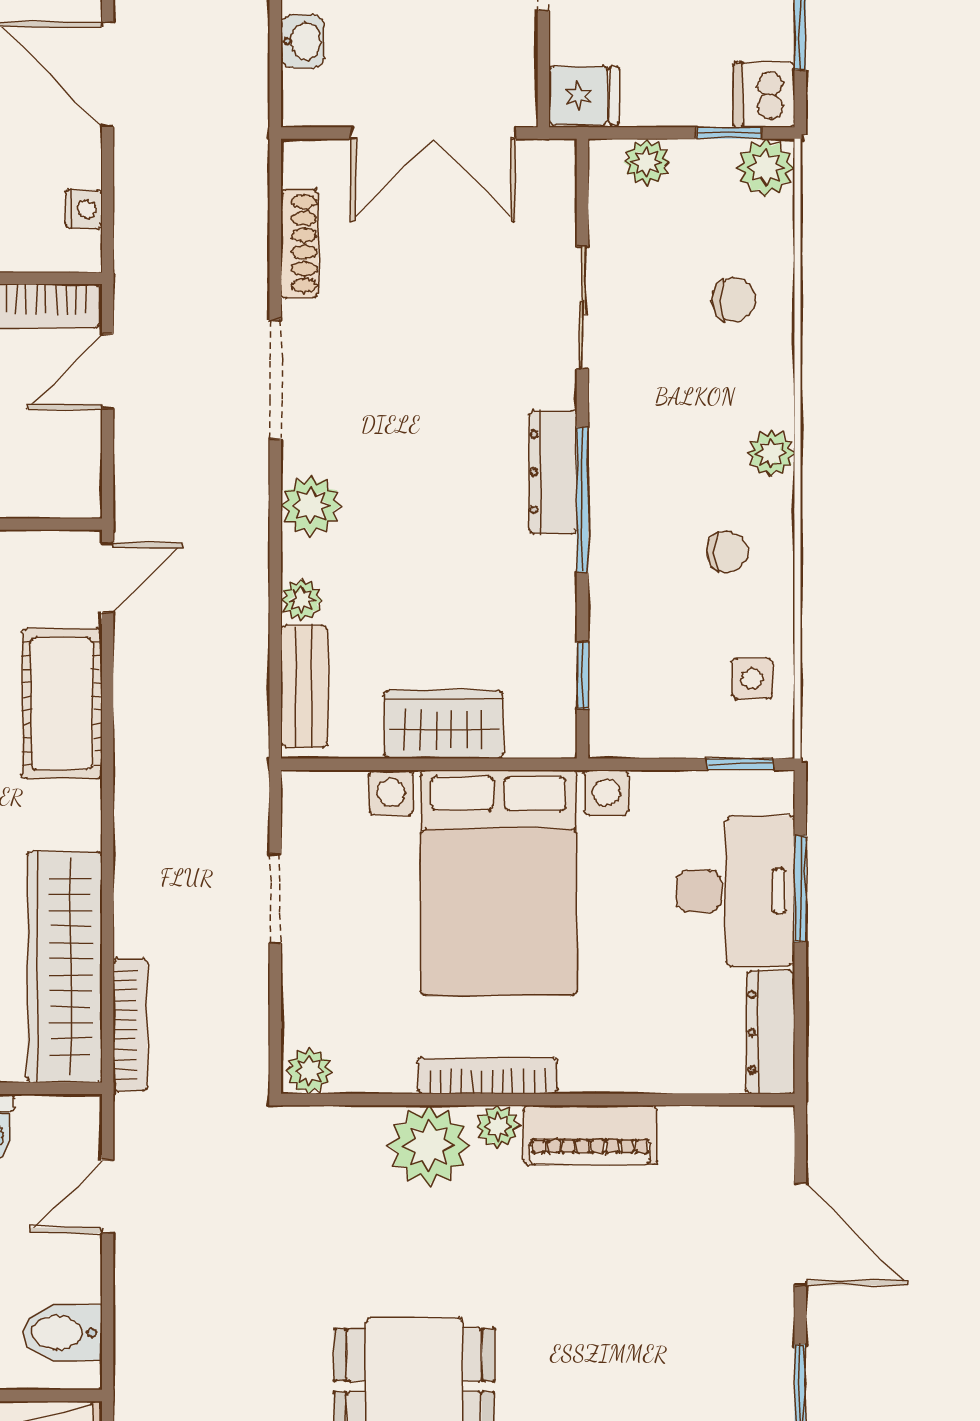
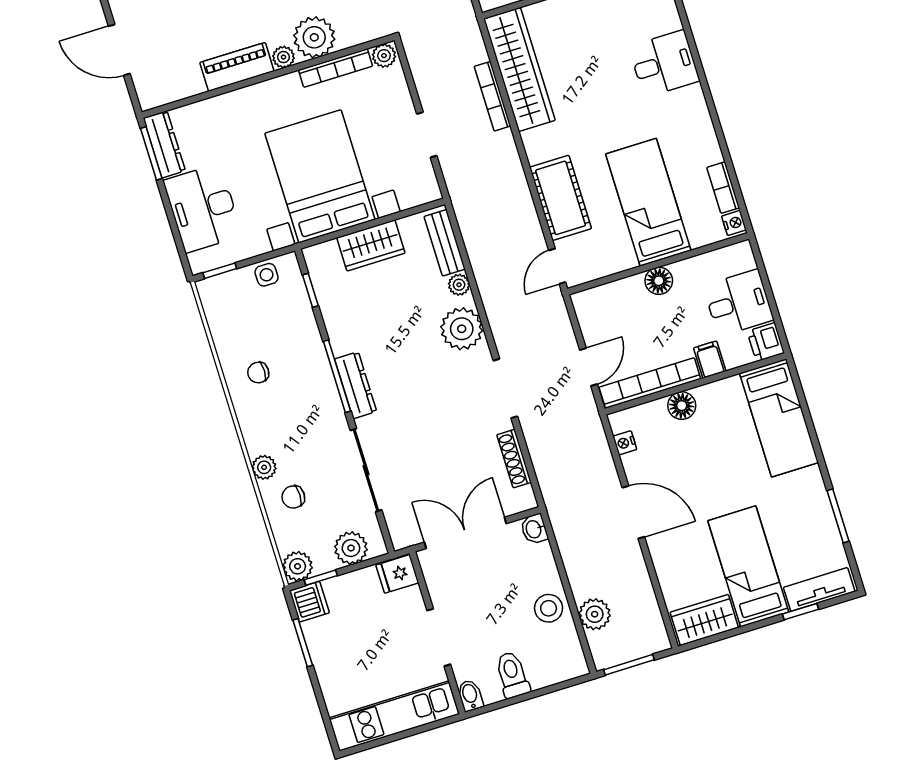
washbasin: (303, 41) -> (534, 529), moved
plant: (647, 162) -> (351, 548), width x1.38, depth x1.38
sliding door: (582, 308) -> (366, 470), width x1.37
plant: (771, 453) -> (264, 467), moved
plant: (311, 505) -> (462, 329), width x1.36, depth x1.36
side table: (752, 679) -> (267, 275), moved
window: (800, 889) -> (151, 153), moved
bookcase: (130, 1025) -> (492, 96), moved
bookcase: (488, 1076) -> (335, 68), moved

